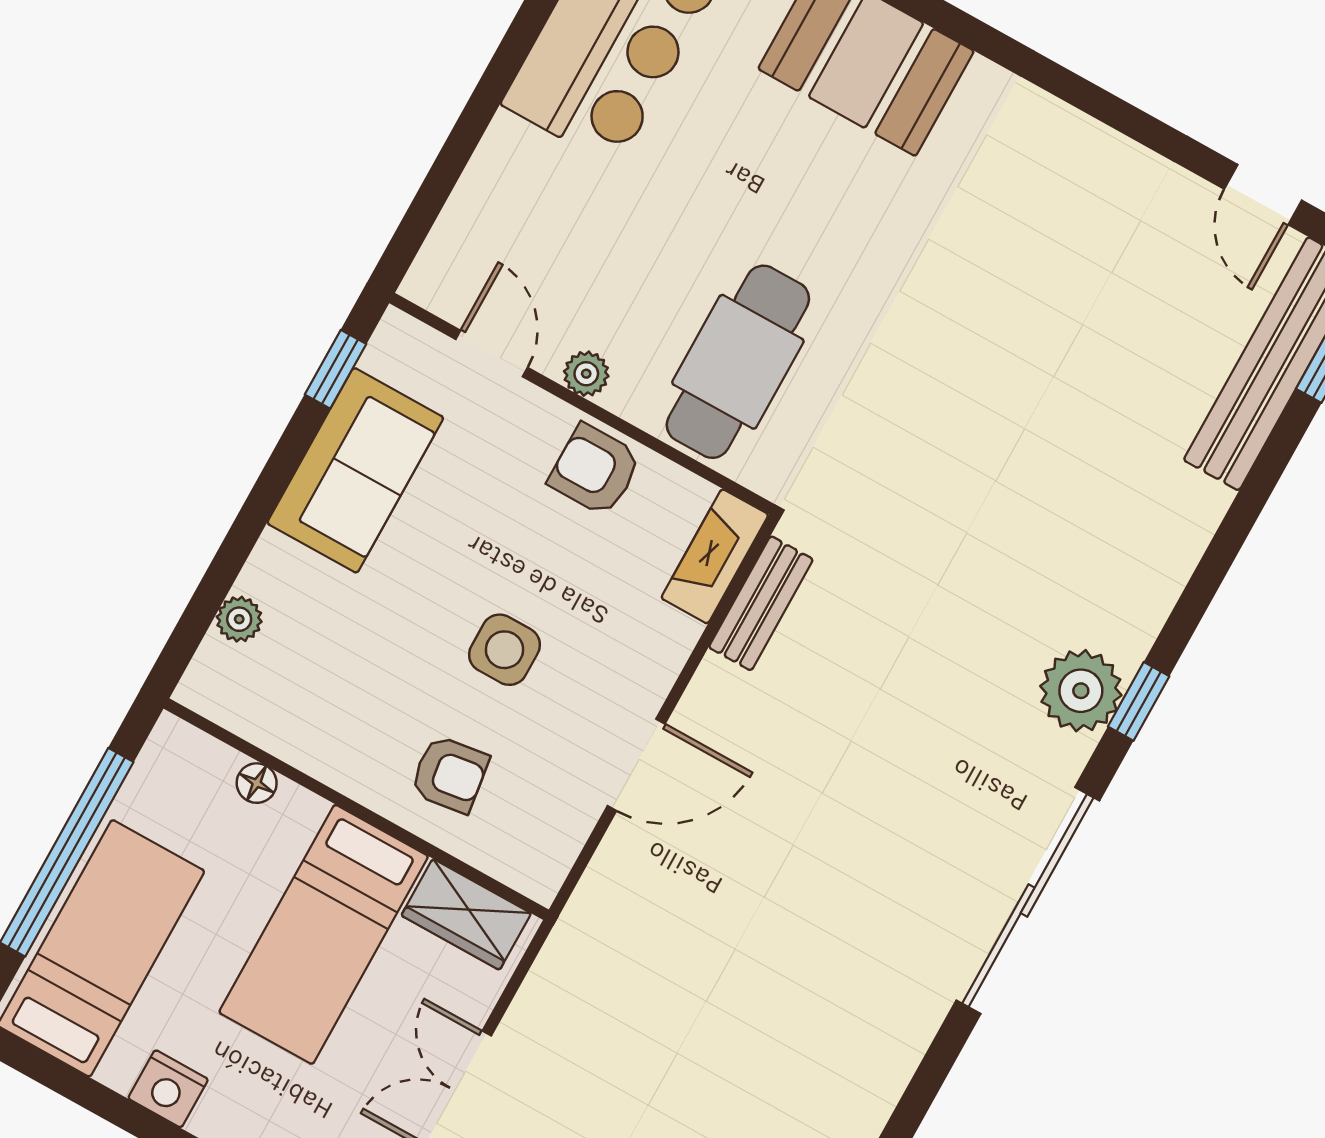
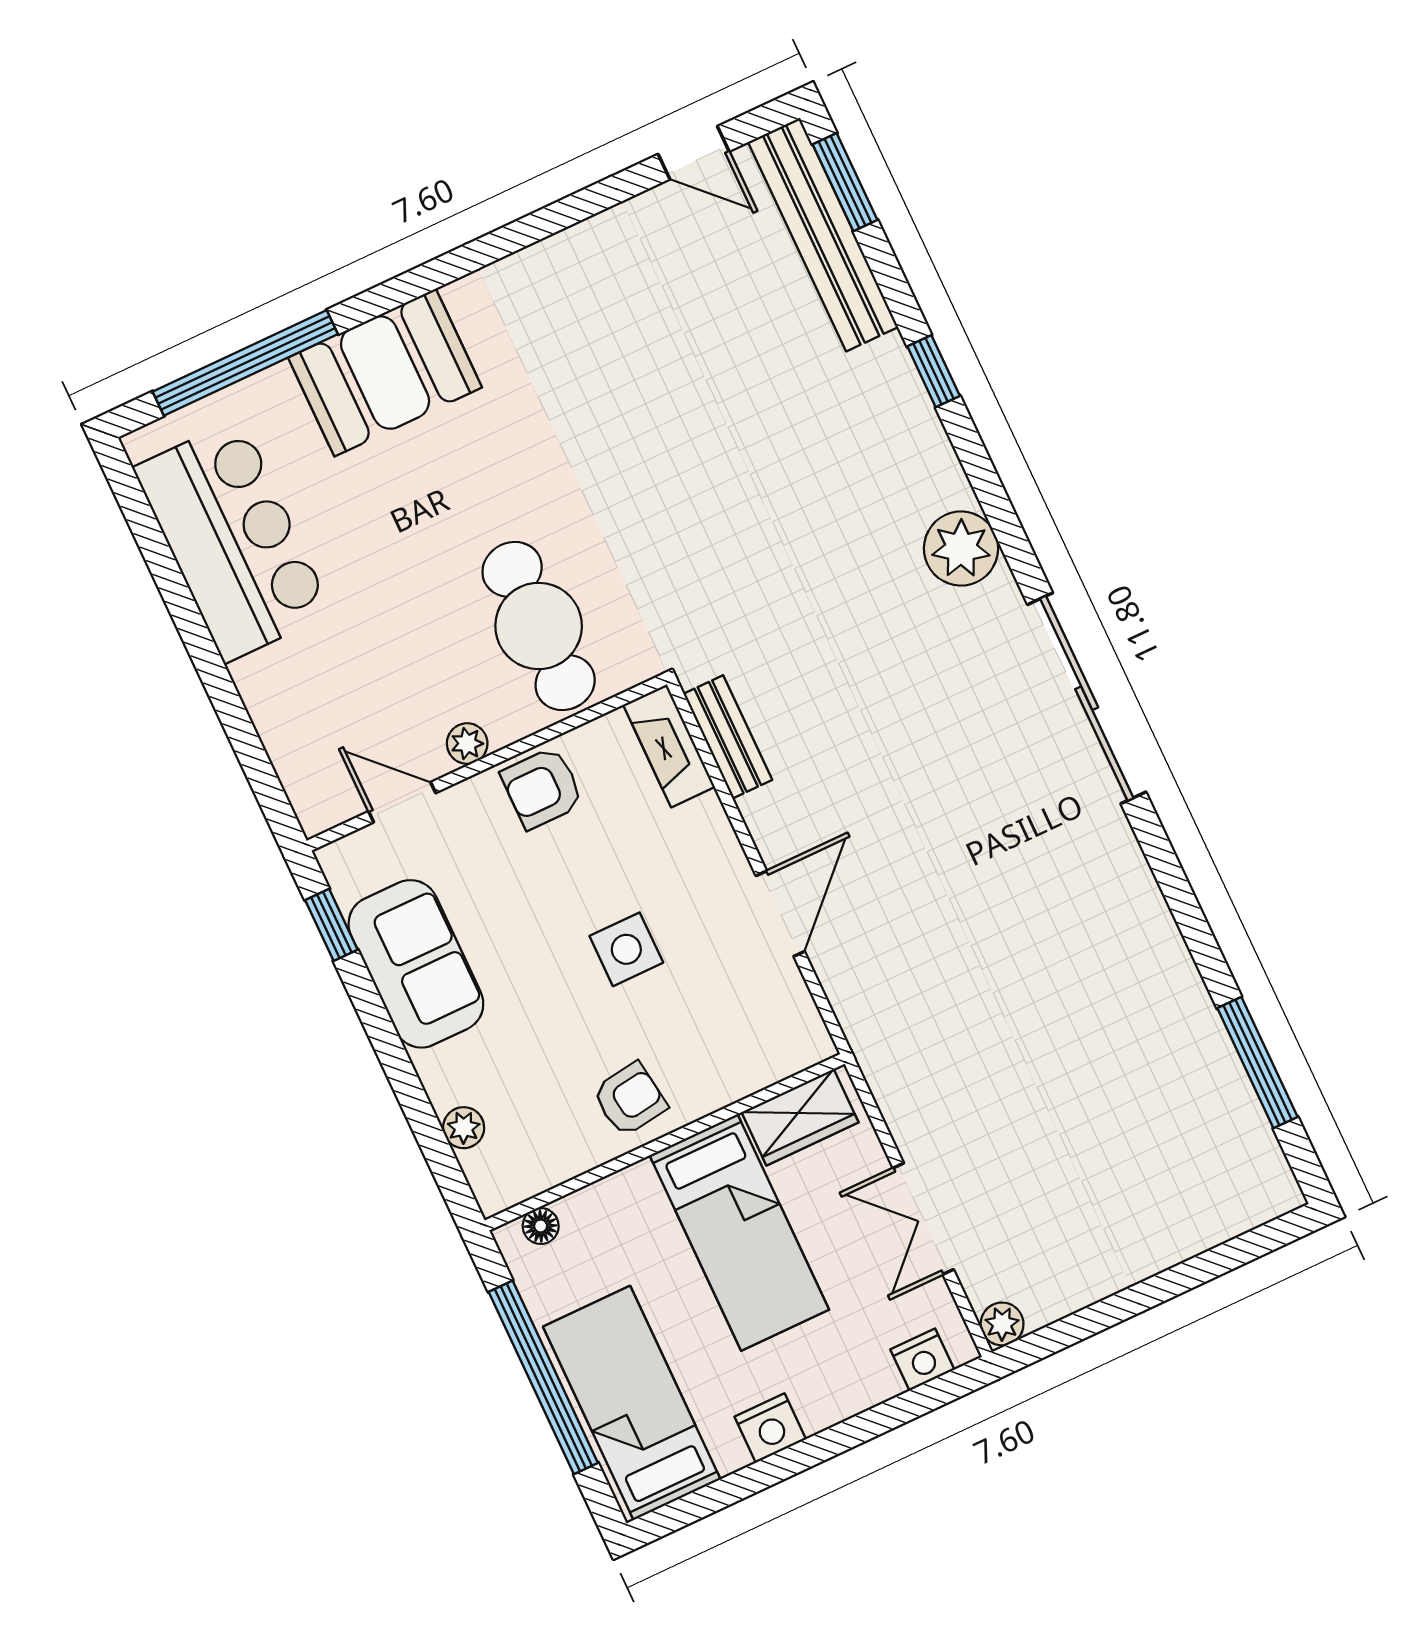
window: (1139, 701) -> (934, 371), moved
armchair: (450, 774) -> (630, 1099), moved
floor lamp: (257, 783) -> (541, 1226), moved

